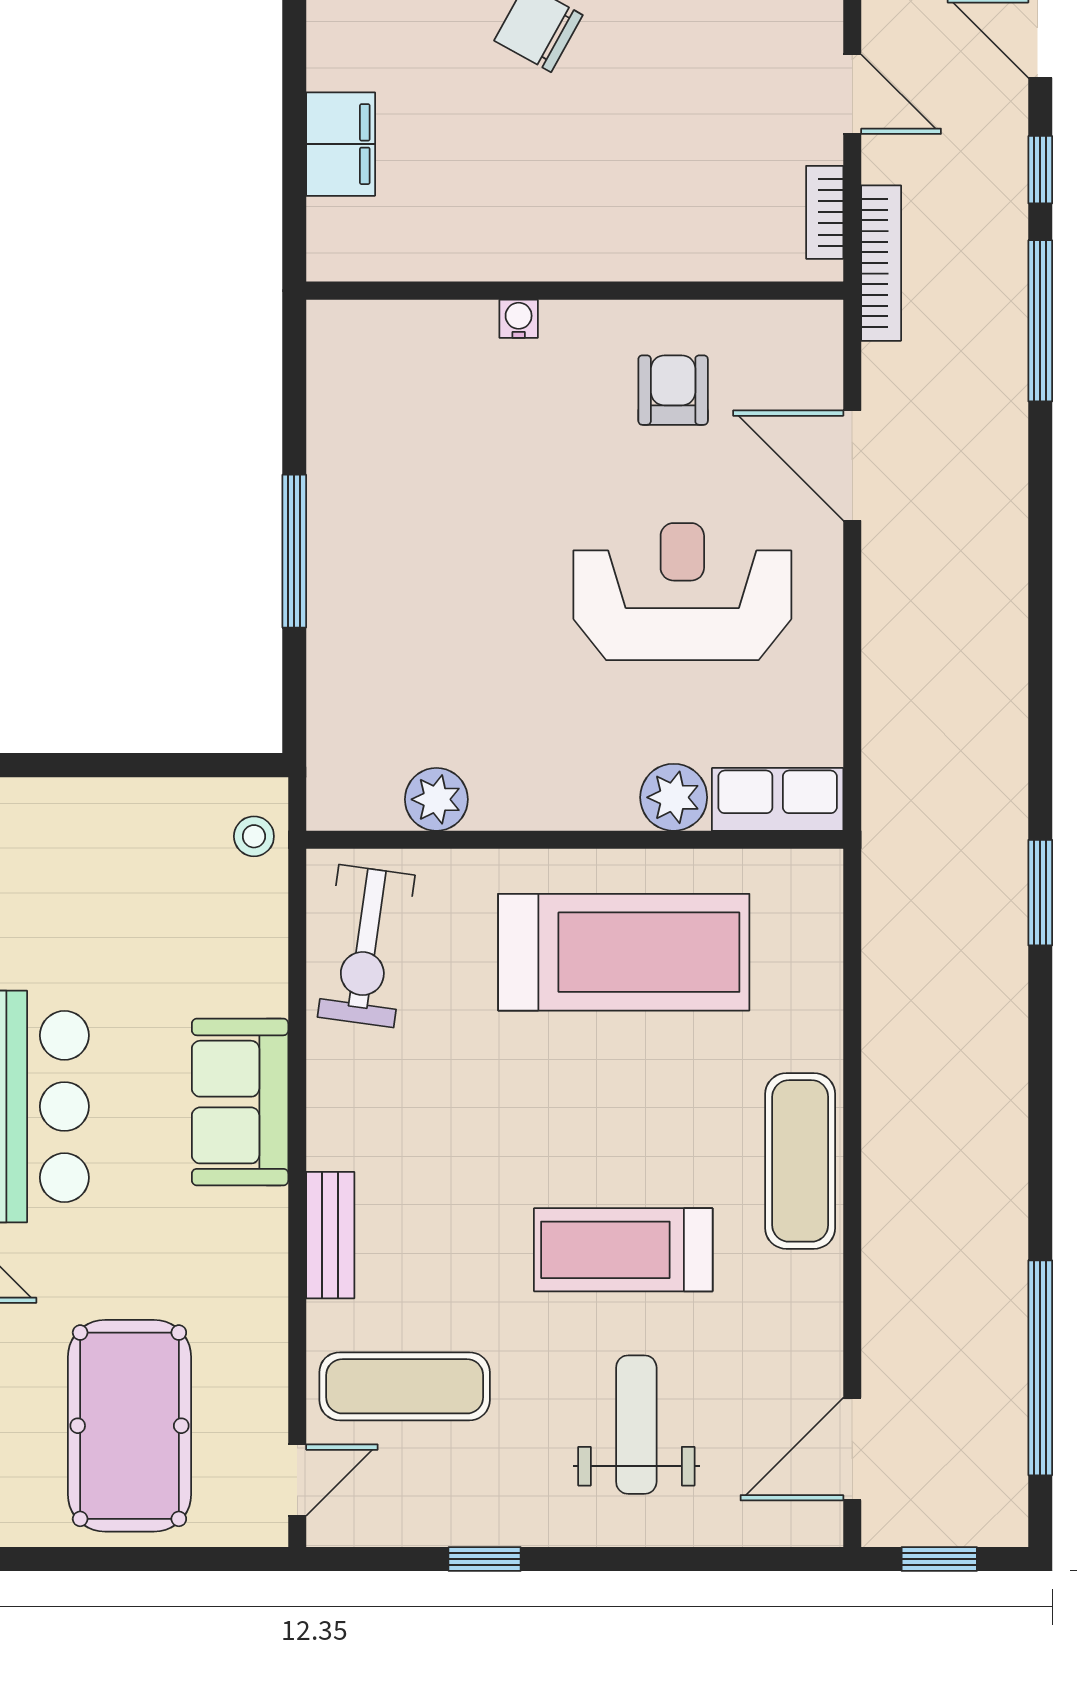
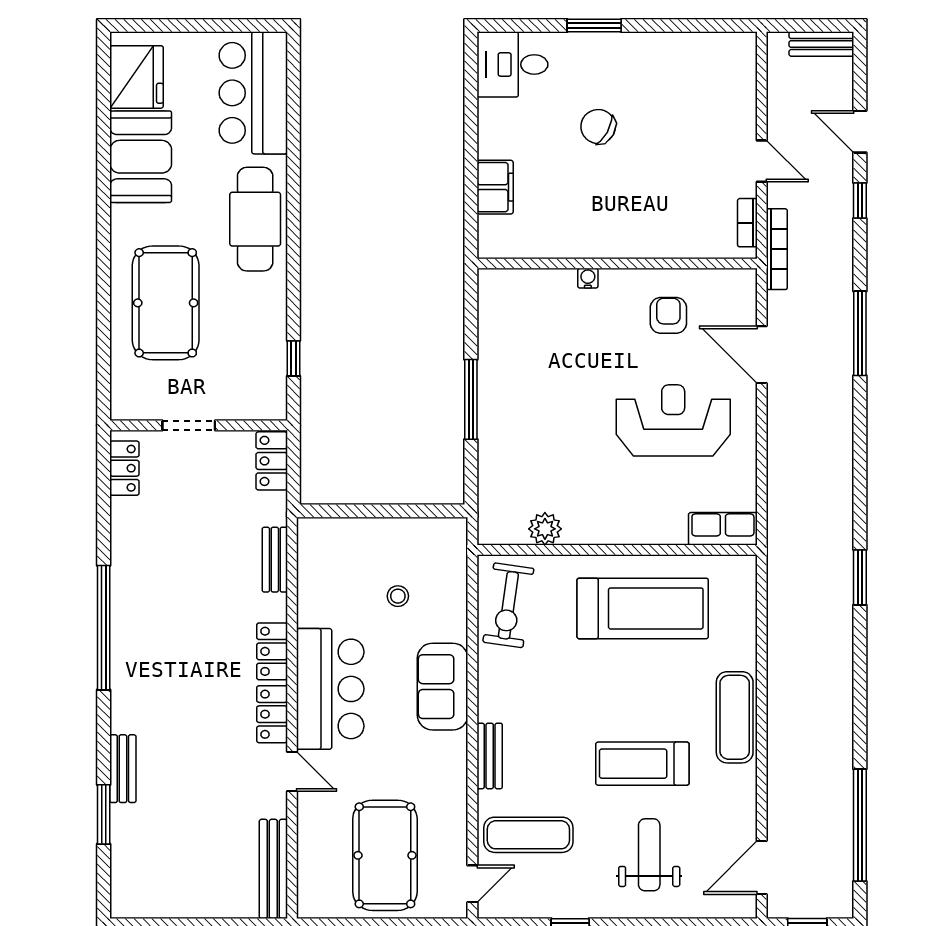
window: (1040, 321) -> (860, 333), moved
plant: (674, 797) -> (669, 528), removed
stool: (254, 836) -> (398, 596), moved

